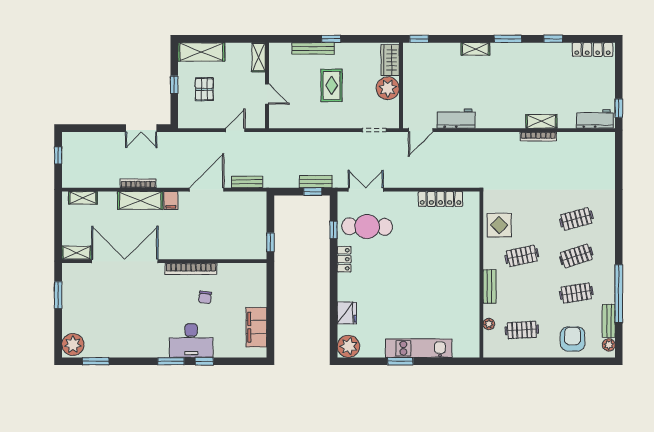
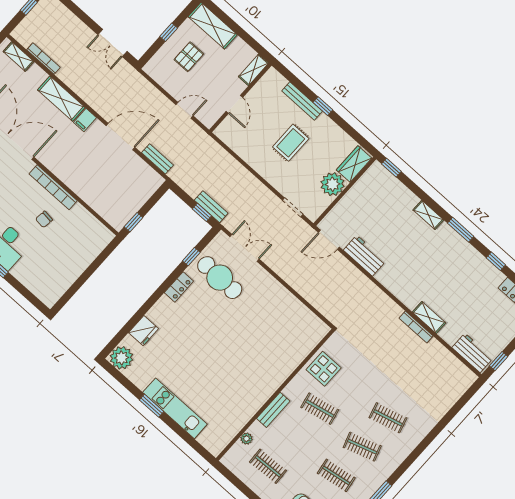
bookcase: (138, 183) -> (44, 59), moved
locker: (440, 199) -> (296, 307), removed
filing cabinet: (256, 327) -> (63, 279), removed

